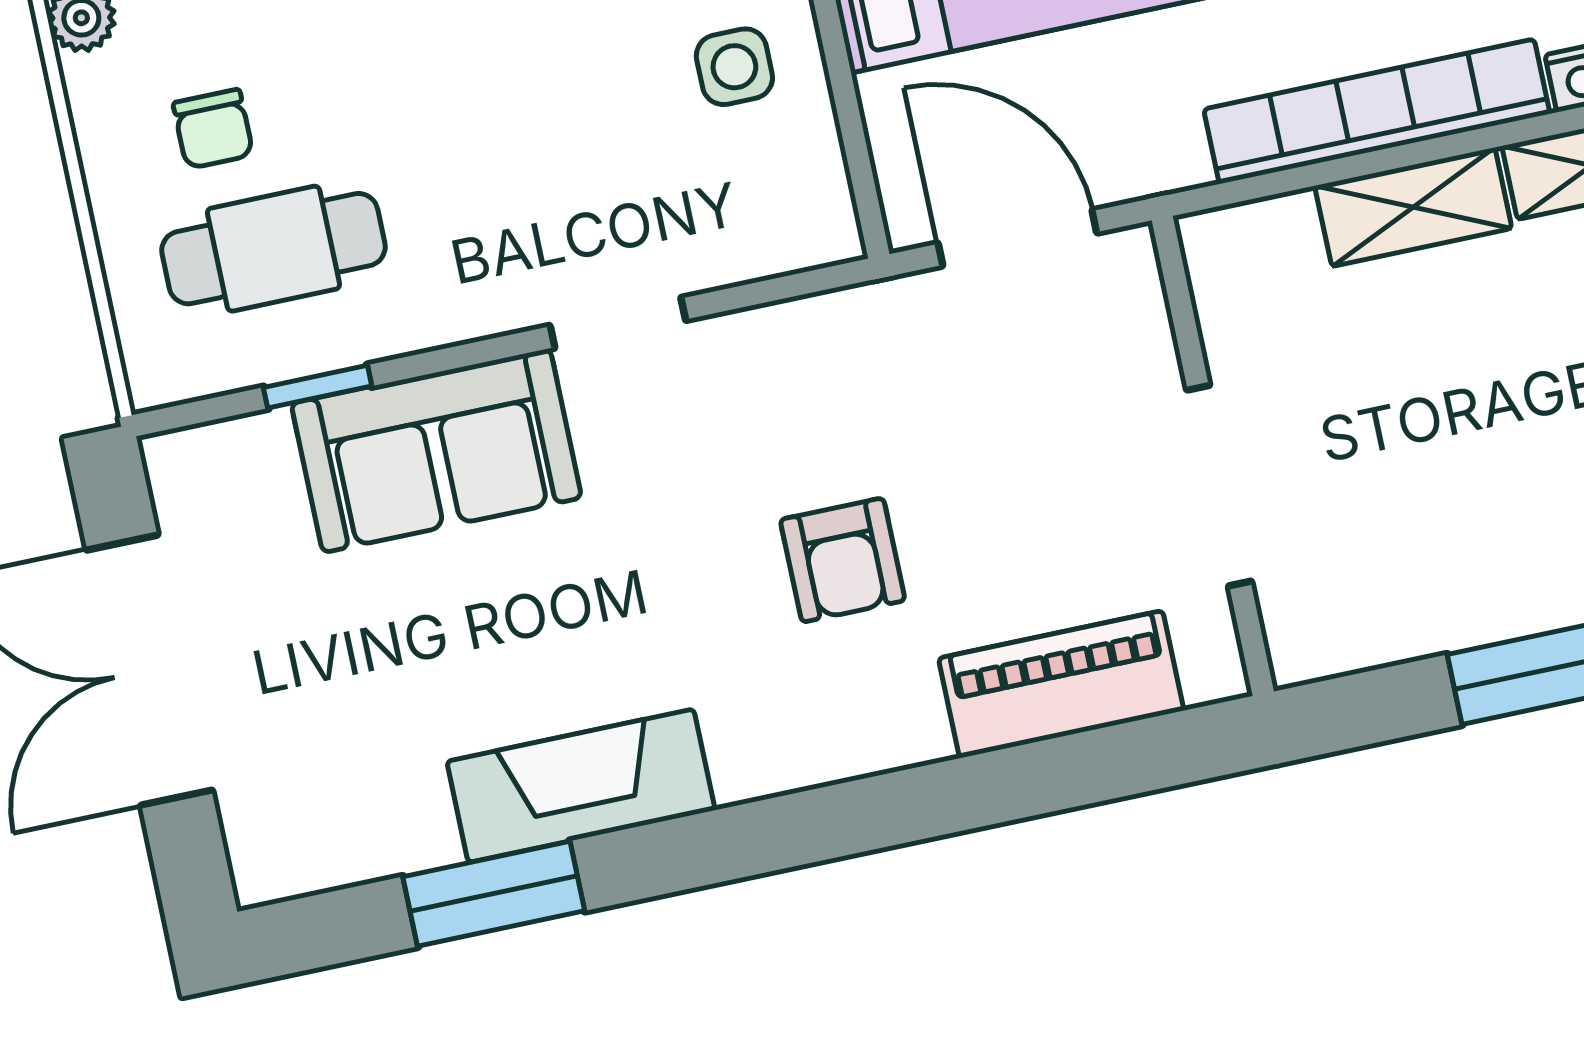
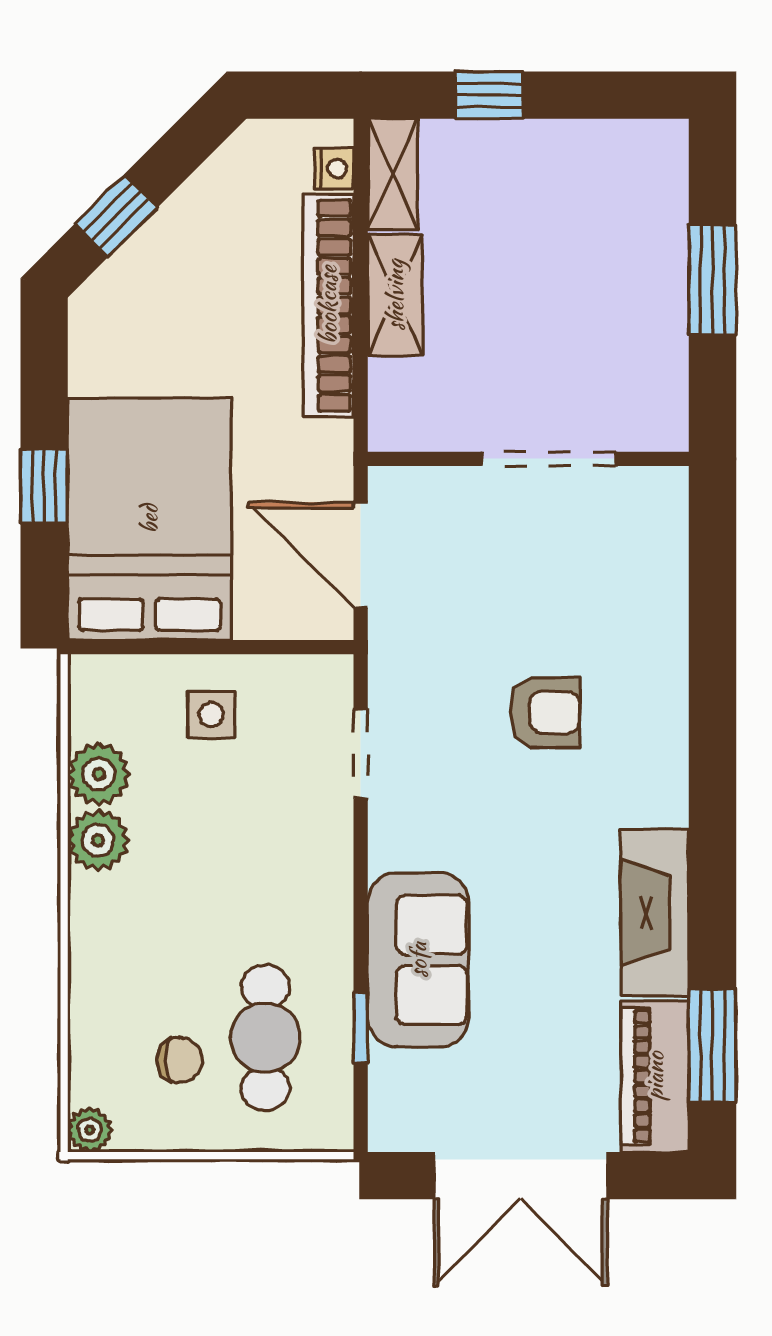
door: (1017, 238) -> (361, 555), hinge flipped
doorway: (618, 323) -> (361, 754), moved
piano: (1061, 684) -> (655, 1076), moved
window: (494, 894) -> (713, 1045), moved

